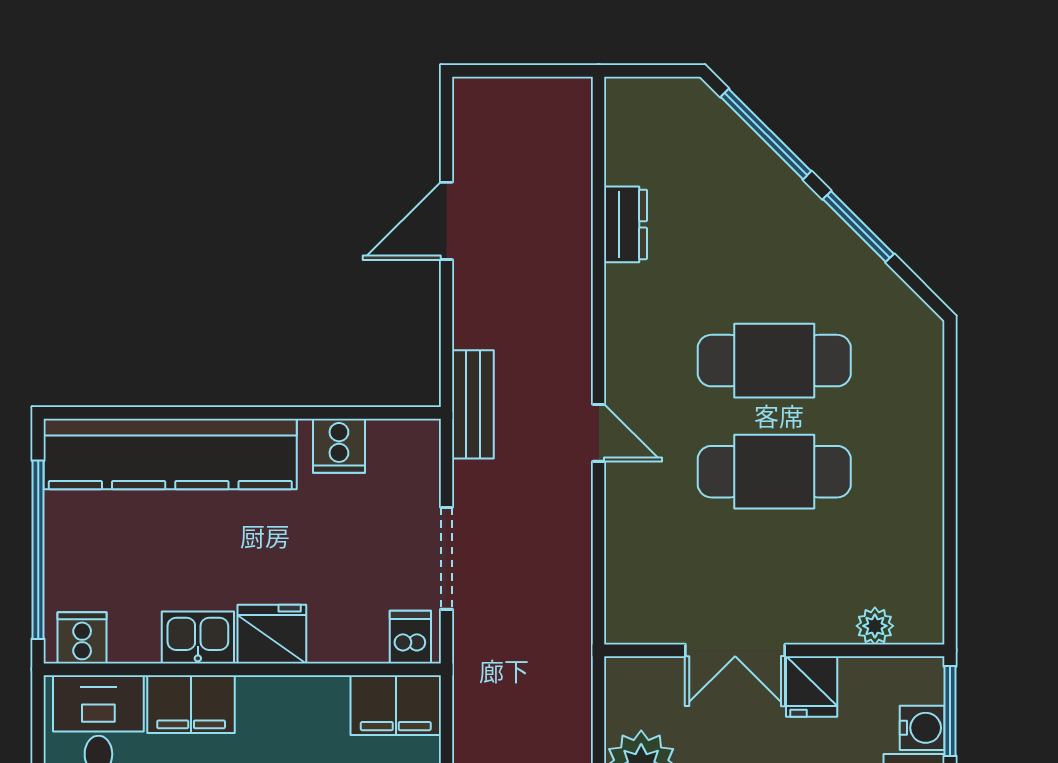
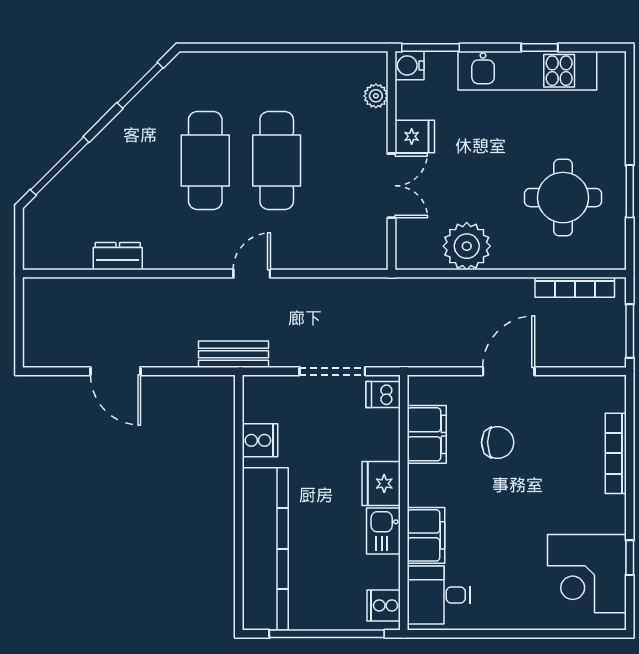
window: (858, 227) -> (140, 85), moved
filing cabinet: (396, 705) -> (427, 434), moved
water cooler: (922, 728) -> (409, 65), moved, turned -90

